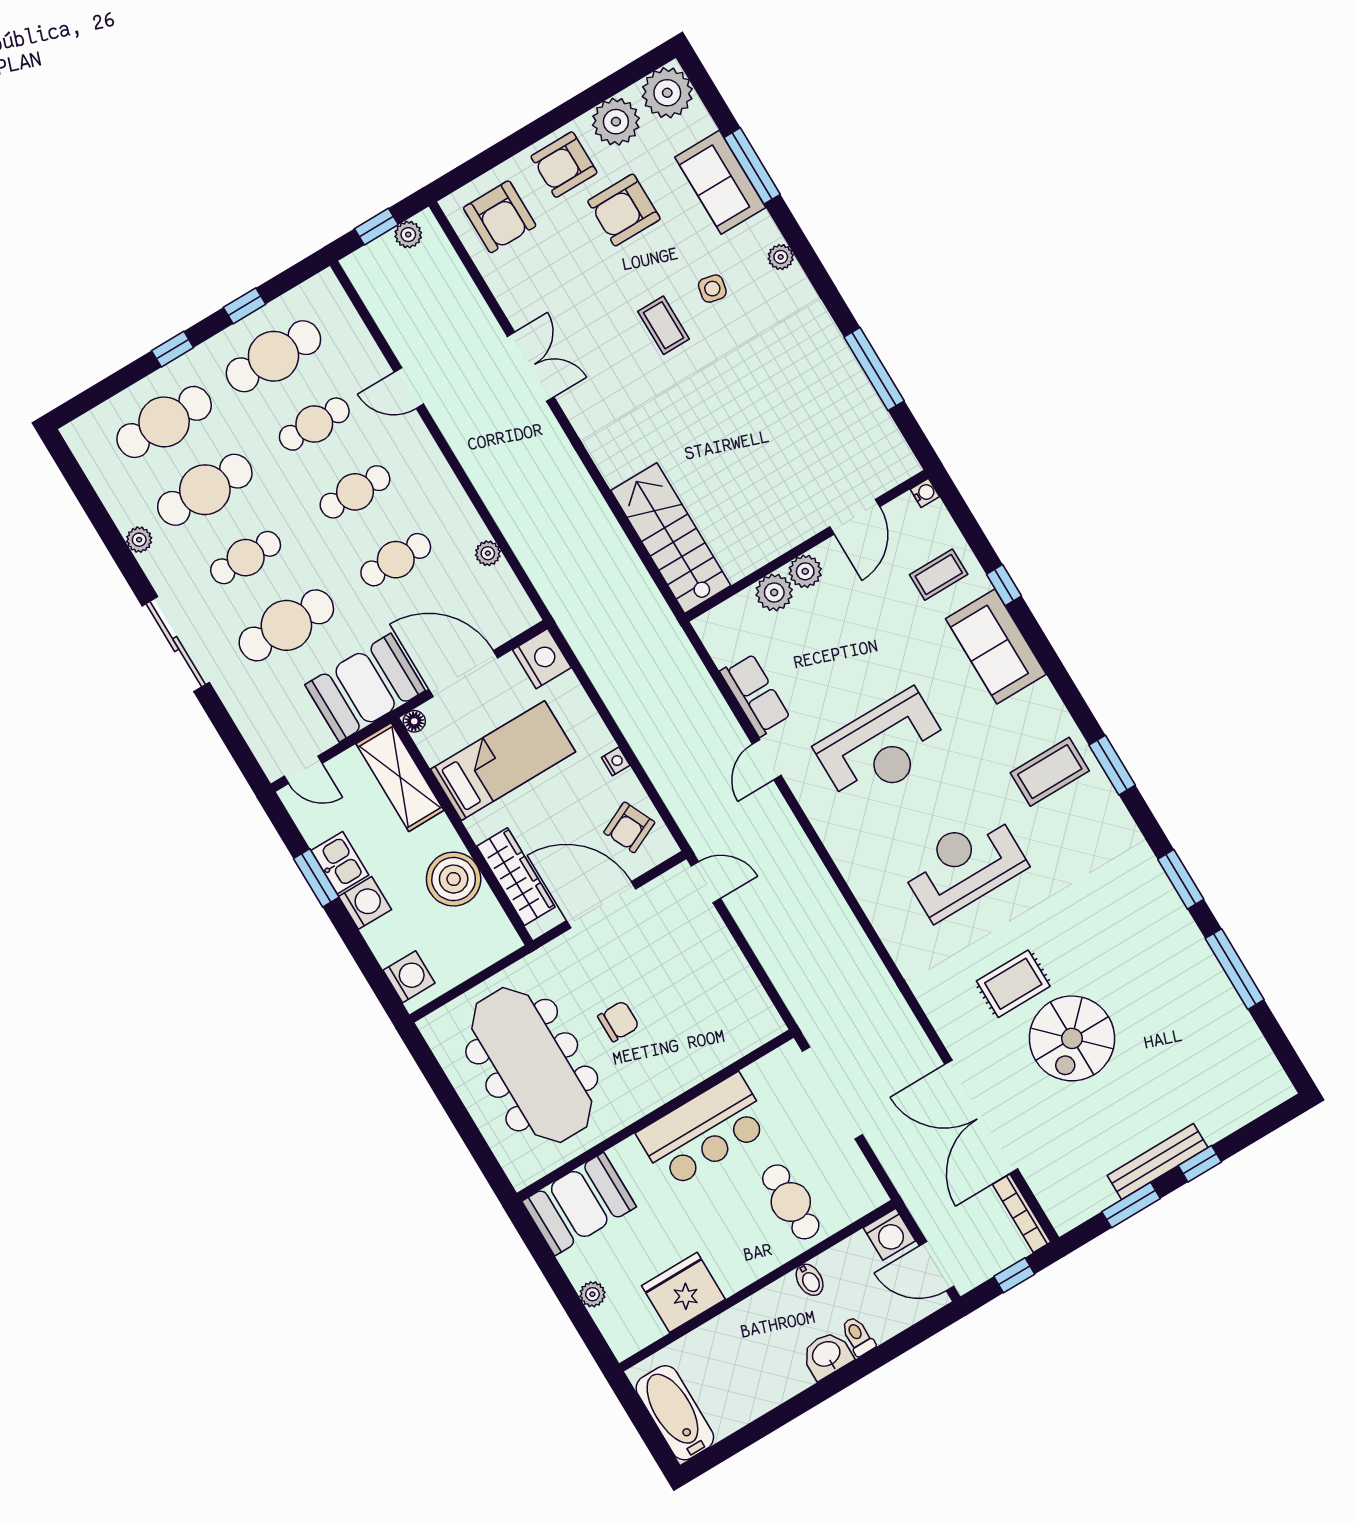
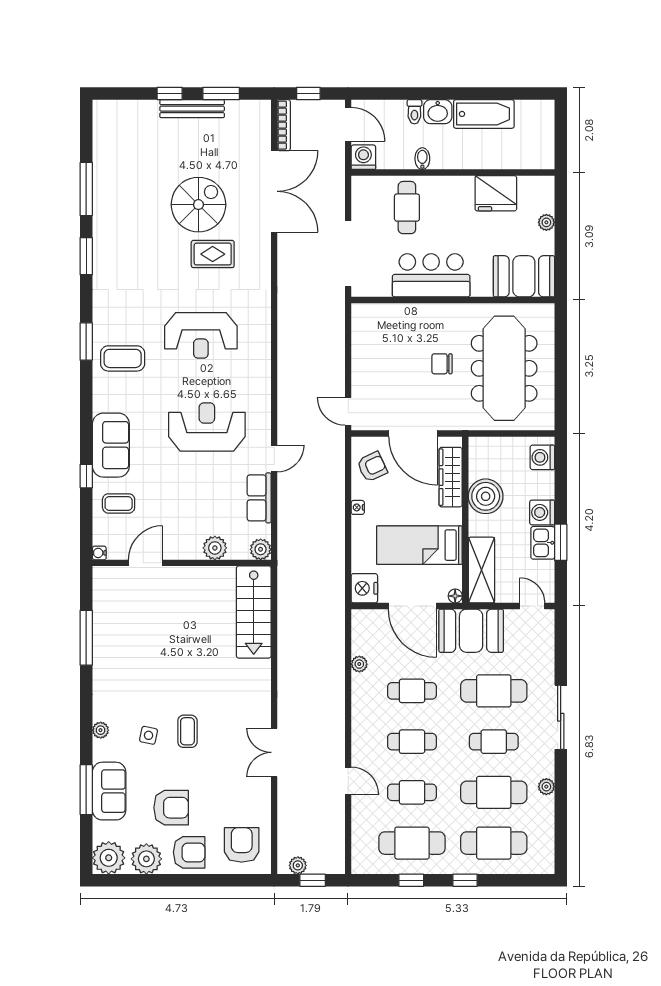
plant: (805, 571) -> (261, 549), moved
bathtub: (675, 1413) -> (484, 114), moved, turned -90

